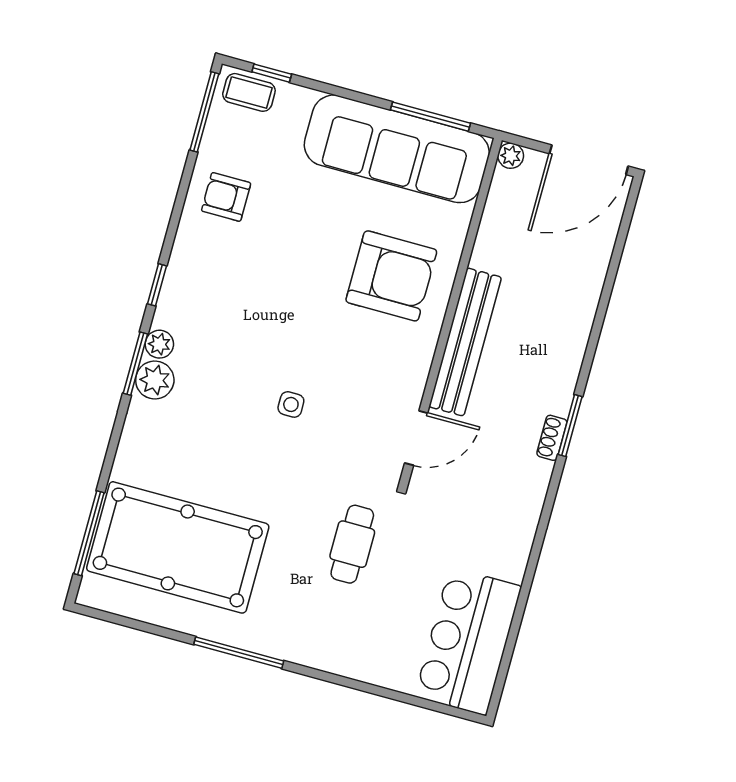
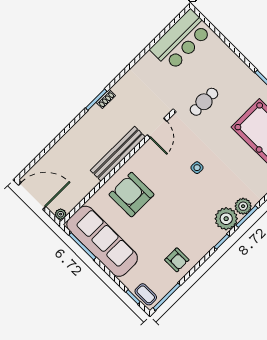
plant: (159, 344) -> (226, 219), width x1.88, depth x1.88
door: (416, 438) -> (157, 128), swing flipped

